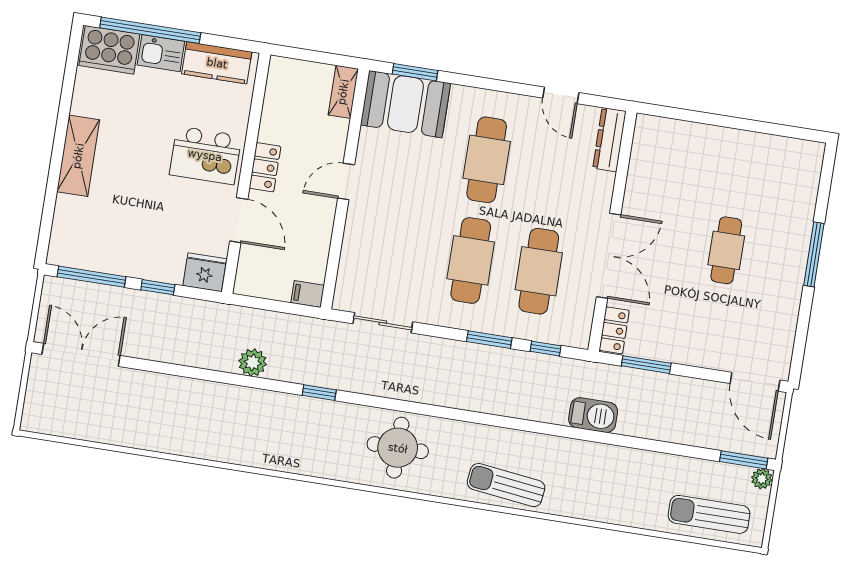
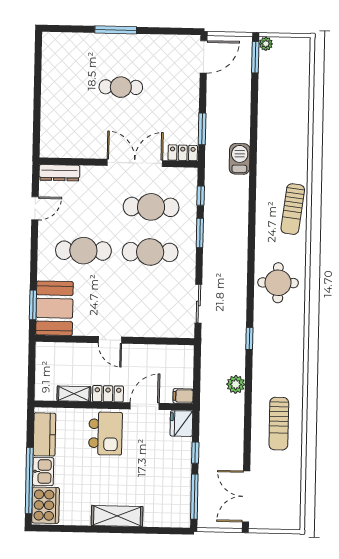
shelving: (343, 92) -> (74, 394), moved
filing cabinet: (308, 294) -> (183, 396), moved, turned 90
sun lounger: (709, 514) -> (279, 424), moved

